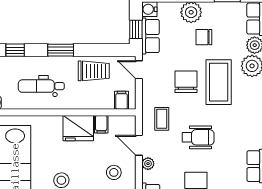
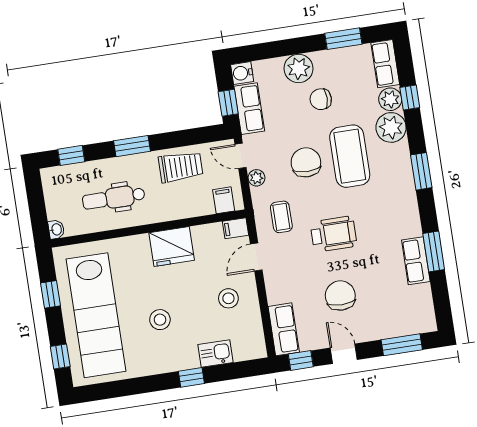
filing cabinet: (101, 124) -> (235, 228), moved, turned 90
door: (139, 145) -> (256, 257), hinge flipped
plant: (148, 164) -> (256, 178), moved

